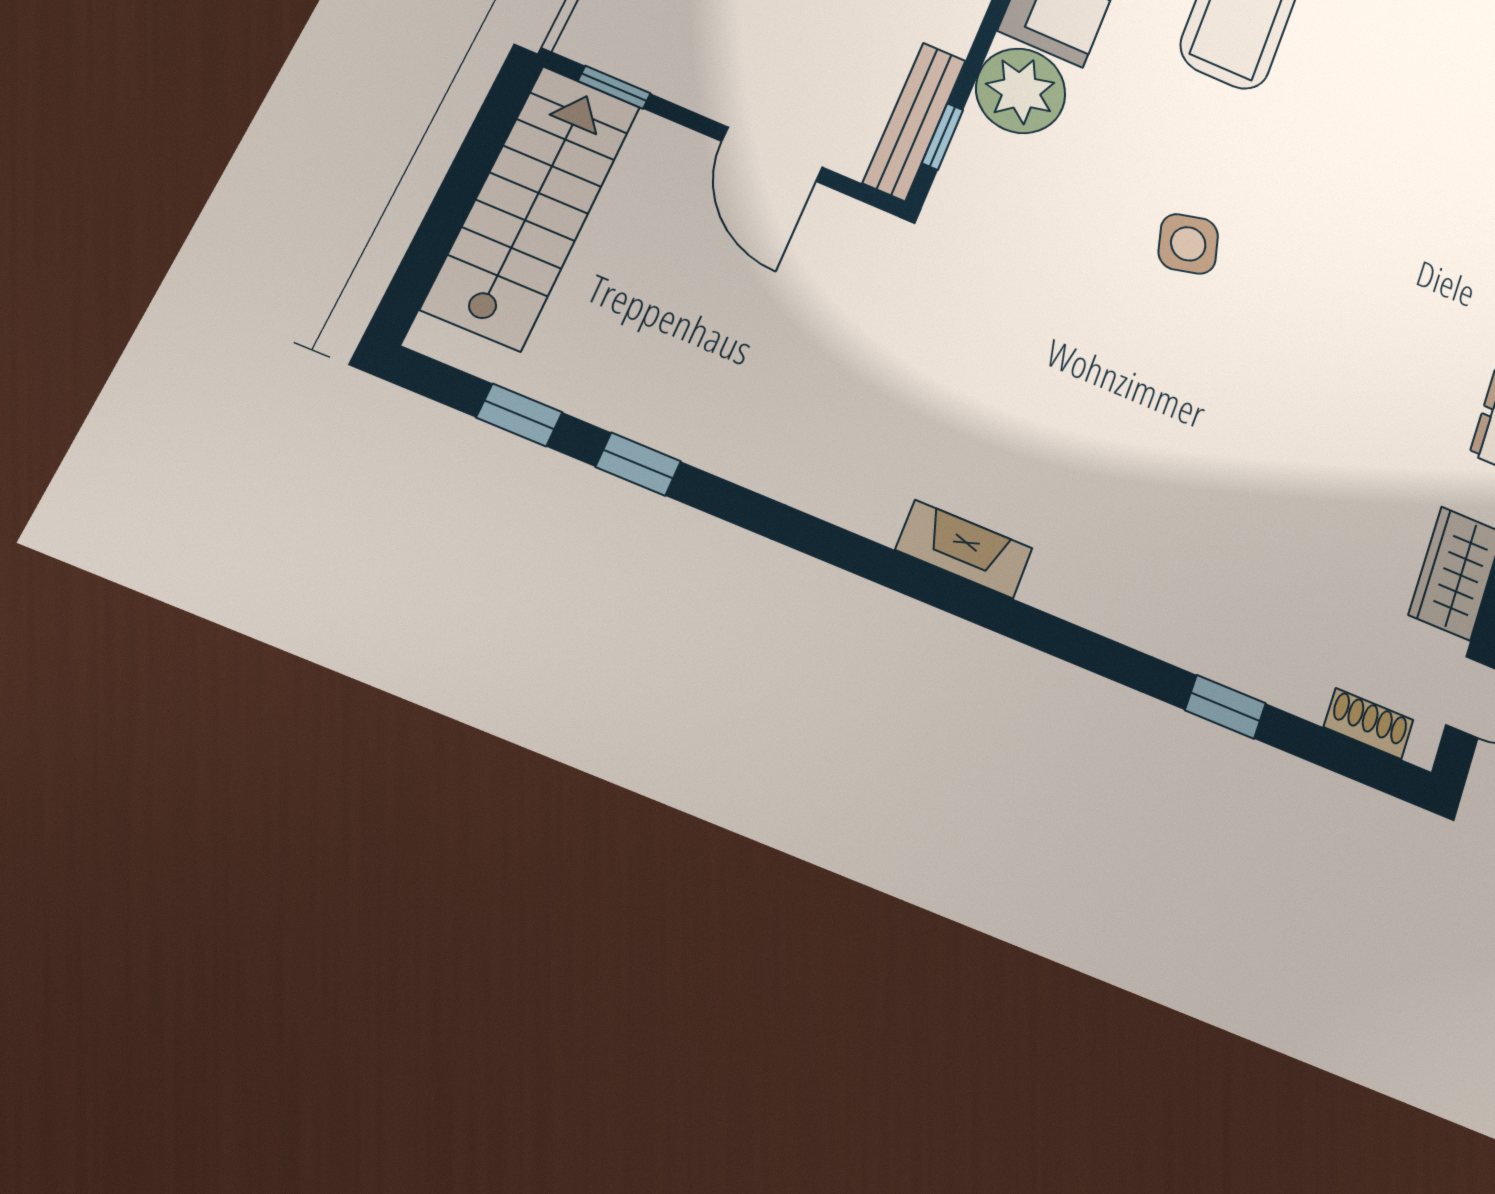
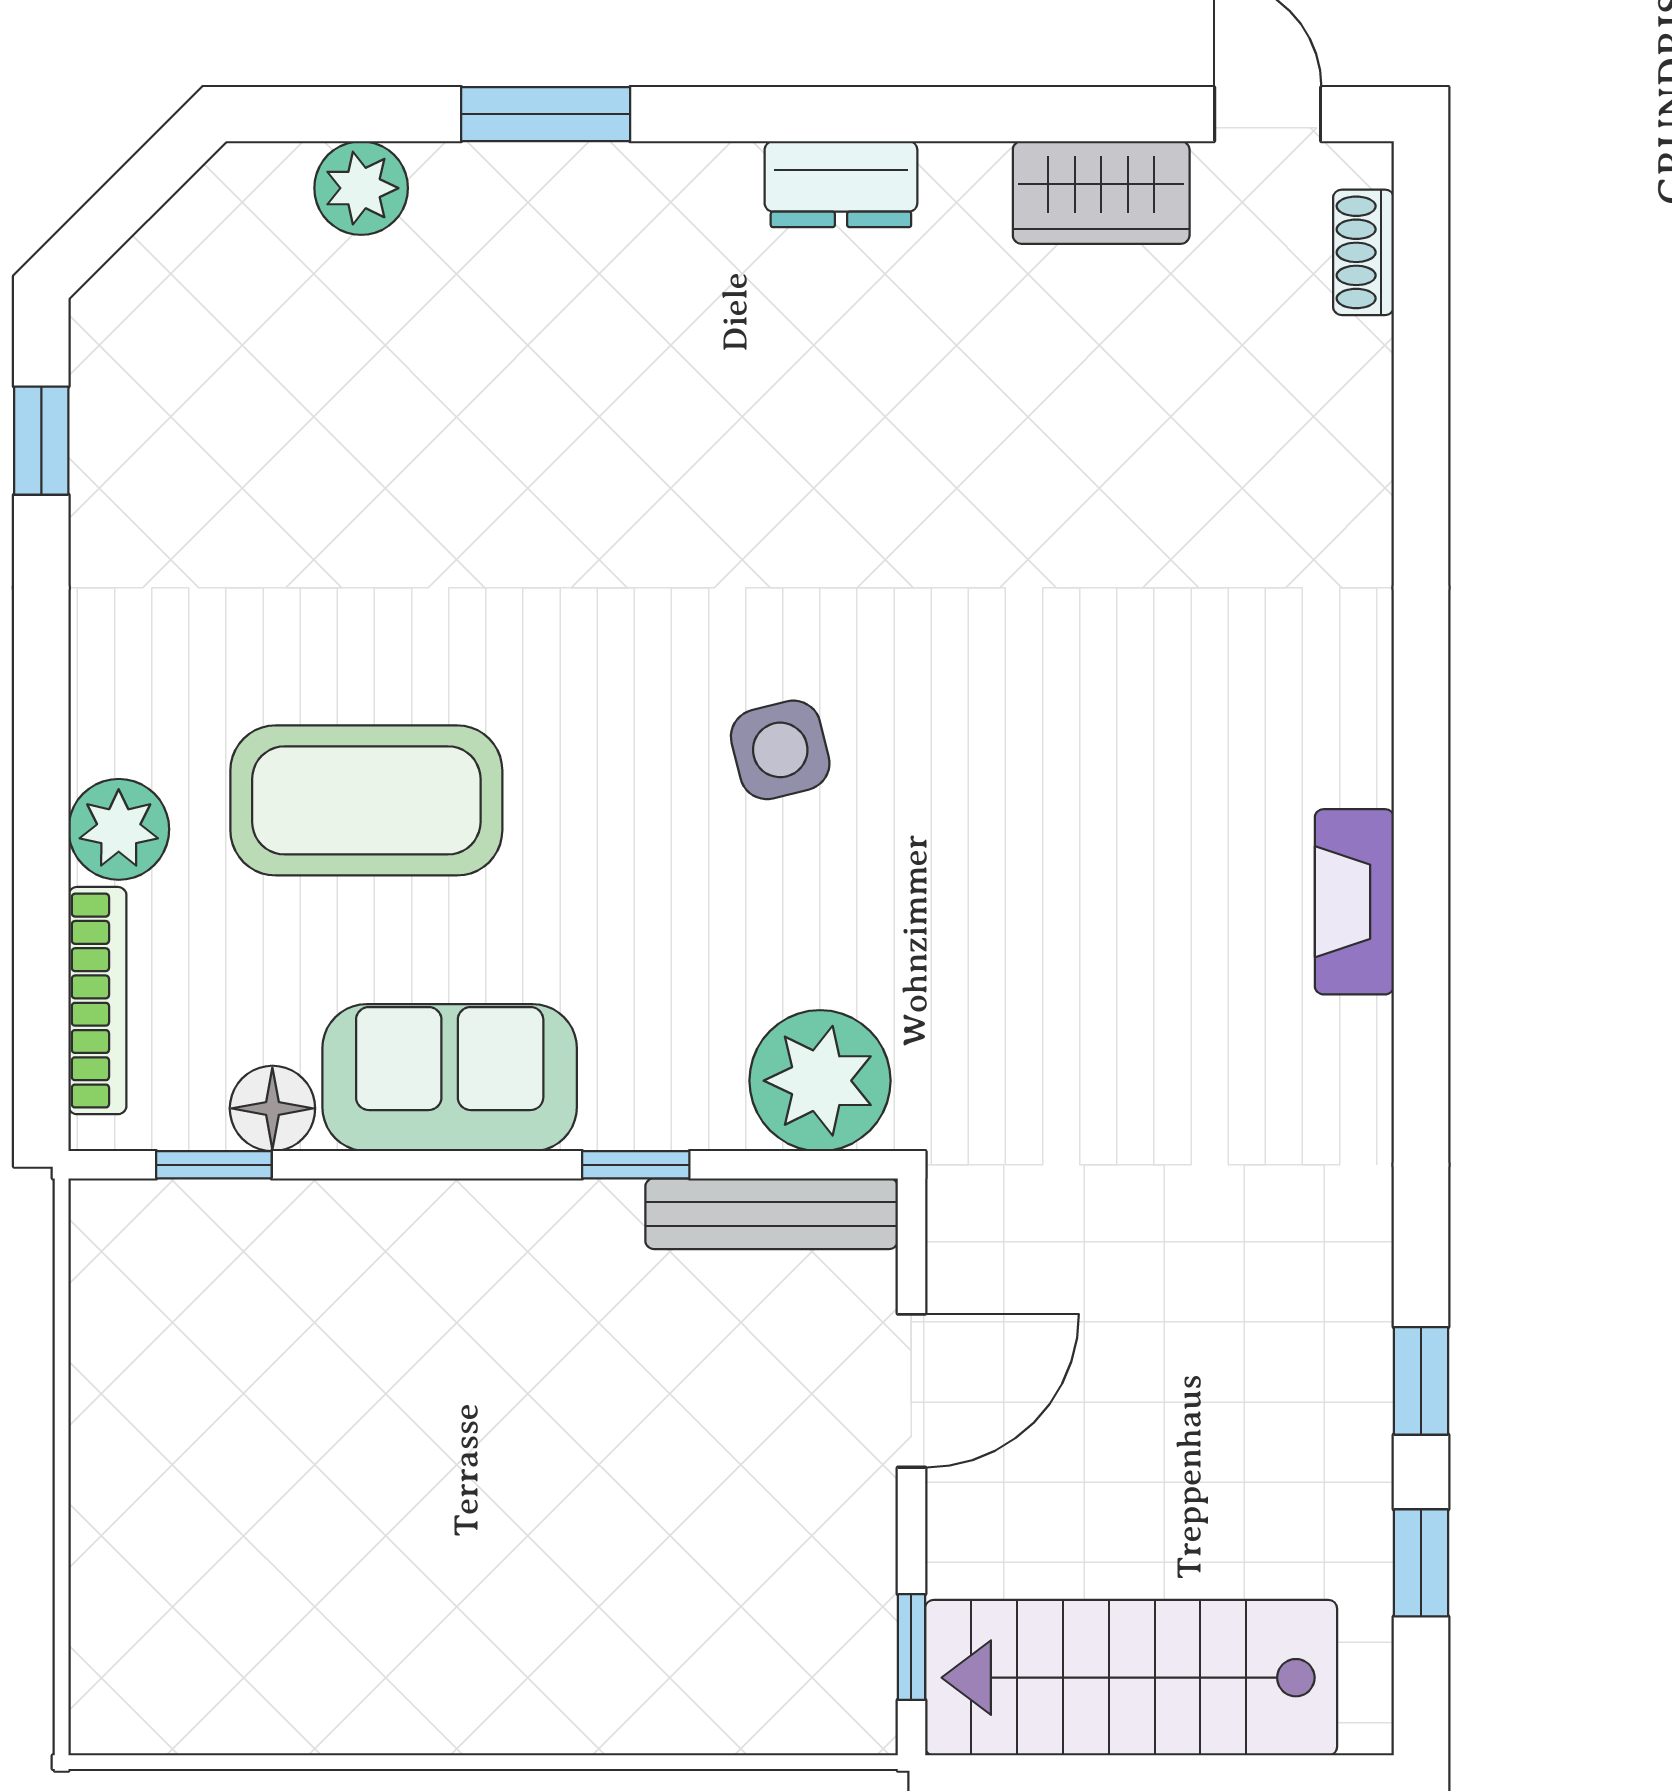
plant: (1021, 91) -> (820, 1081), moved
window: (943, 136) -> (636, 1165), moved
window: (1225, 707) -> (1421, 462), removed

